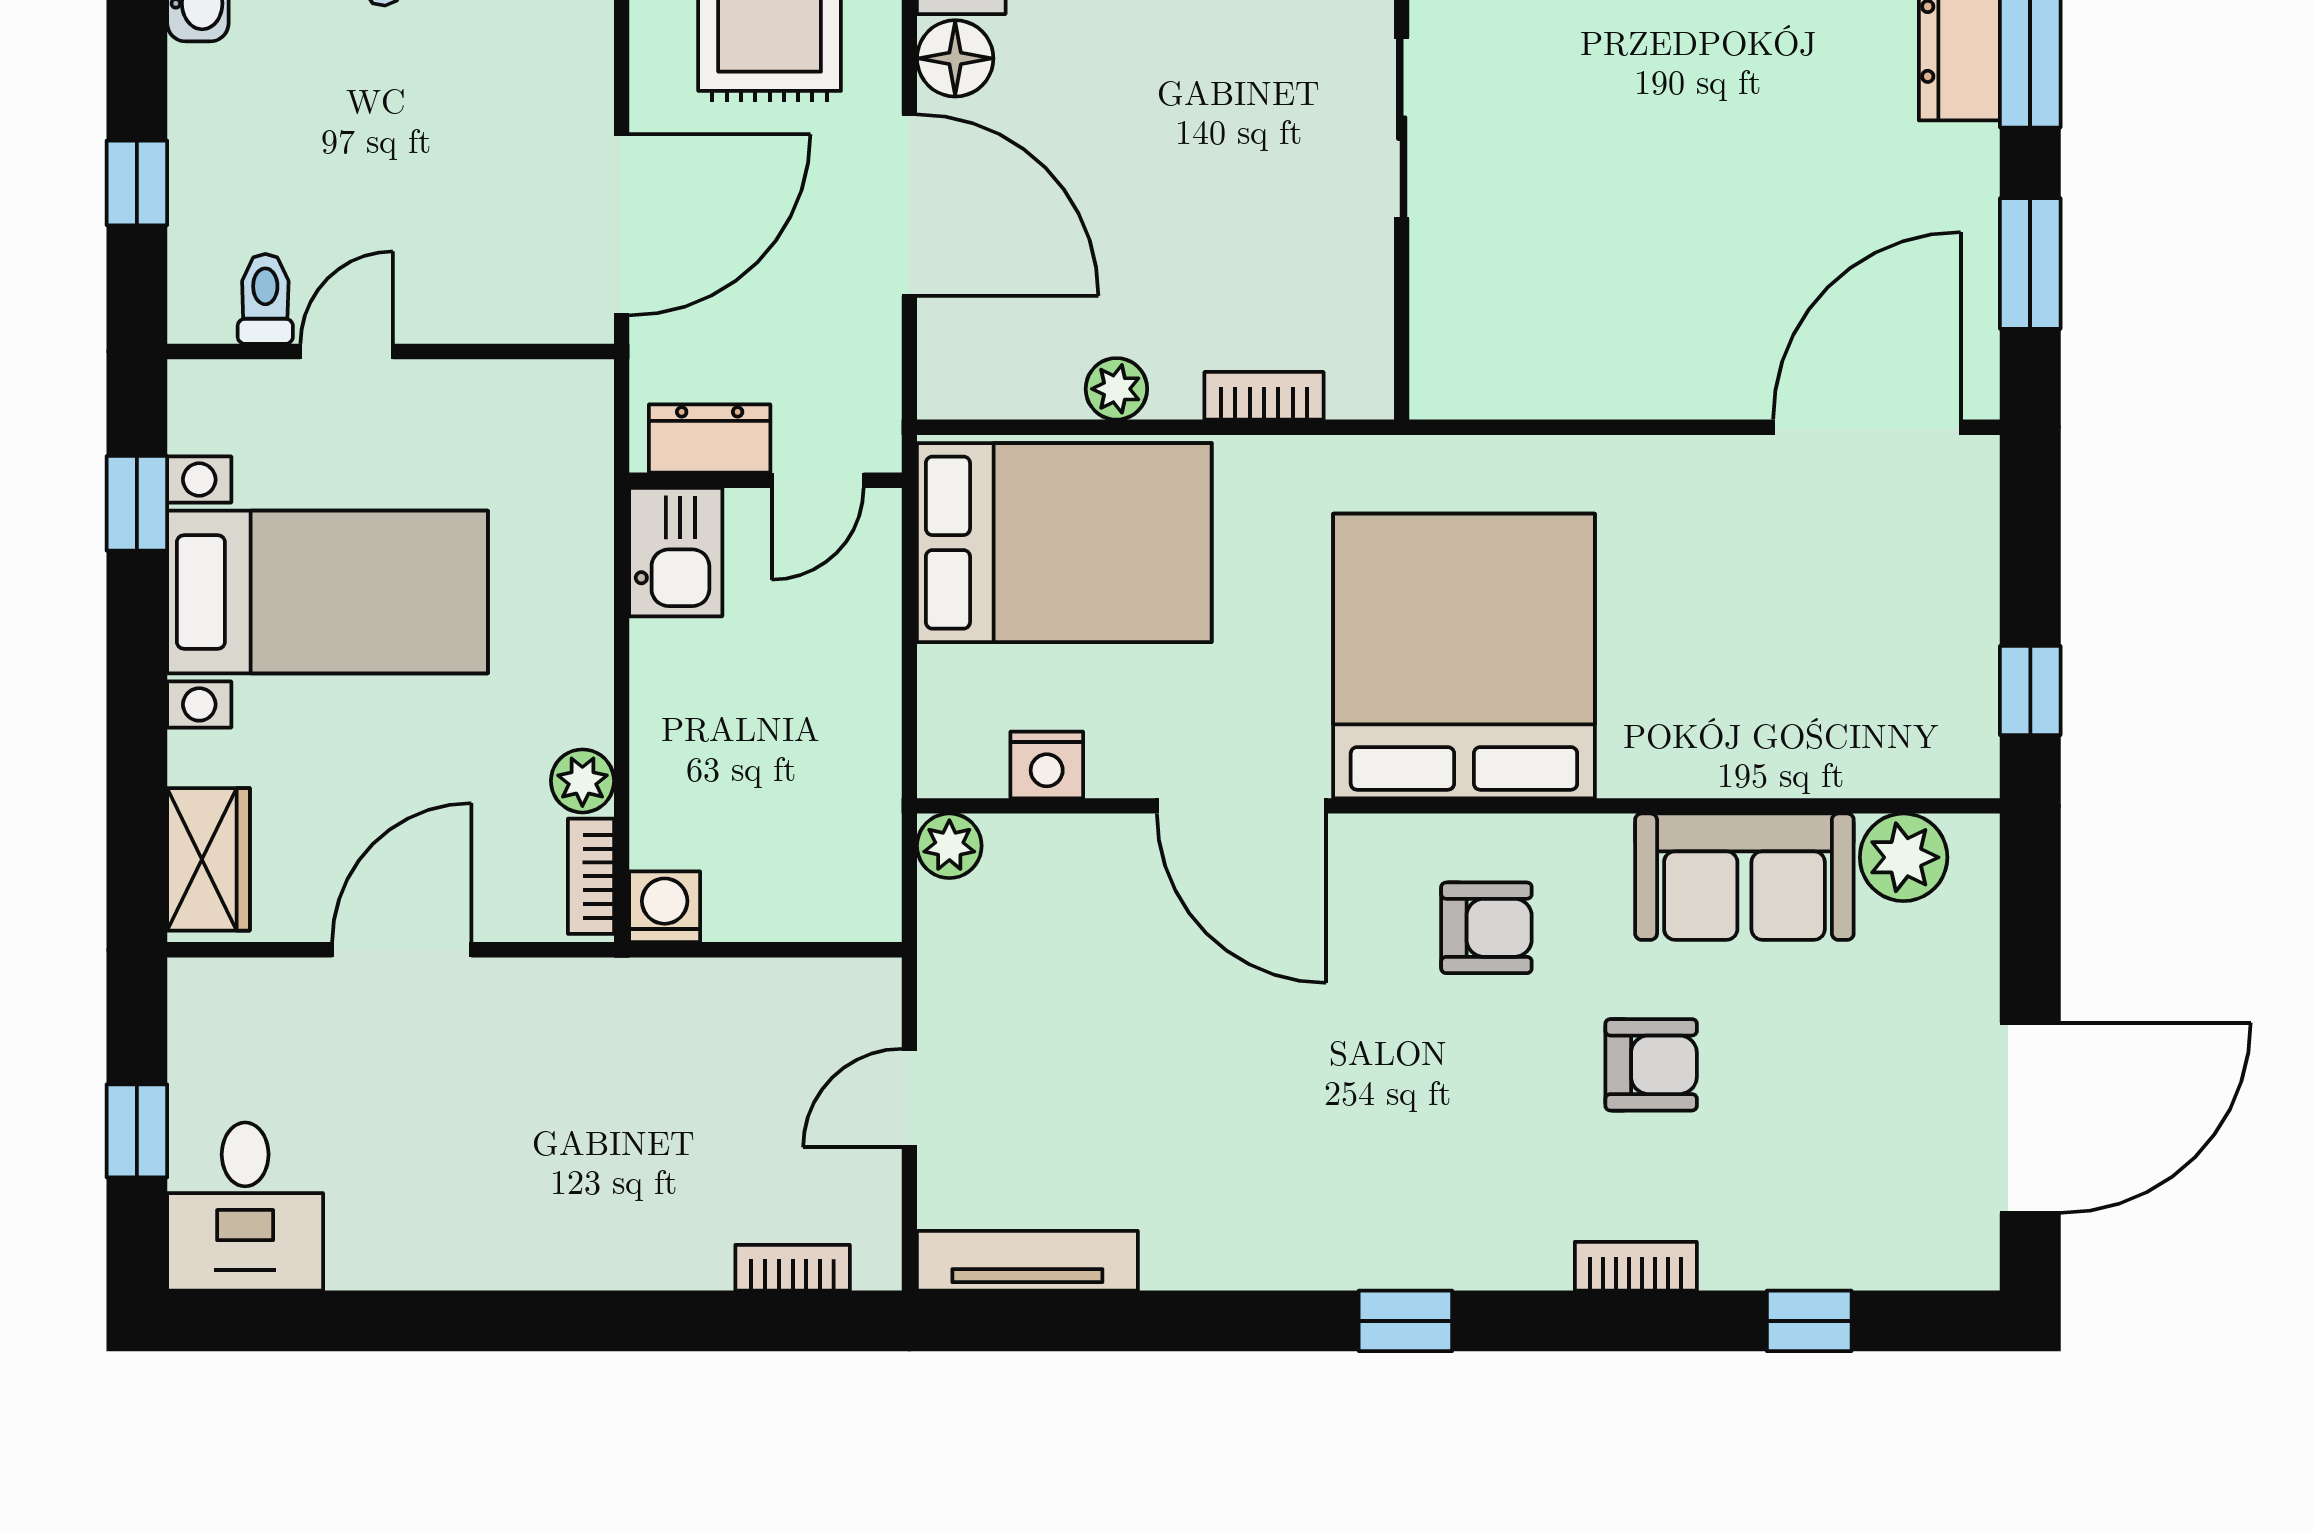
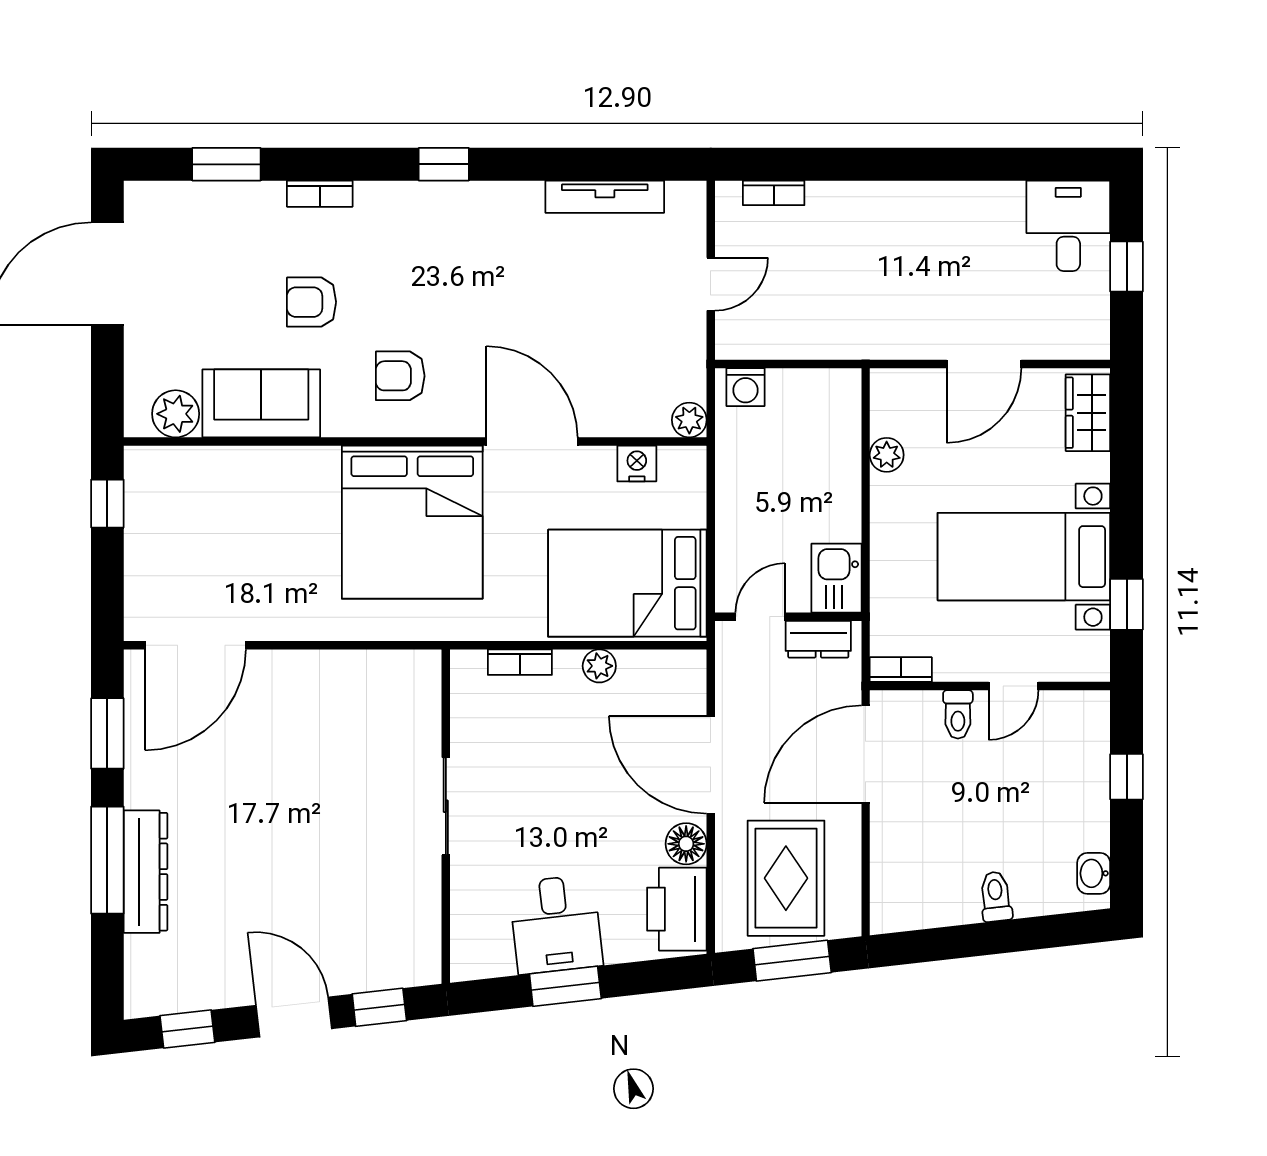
toilet: (265, 299) -> (958, 714), moved
bookcase: (591, 876) -> (901, 670), moved, turned -90
washing machine: (665, 907) -> (745, 387), moved
tv unit: (1027, 1261) -> (605, 197), moved
window: (1809, 1321) -> (226, 164), width x1.50

